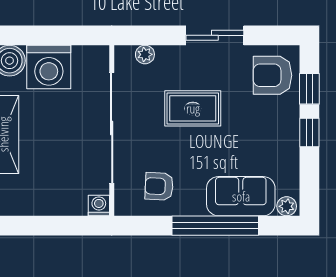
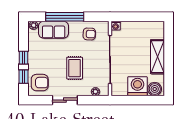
rug: (193, 108) -> (75, 68), turned 90

